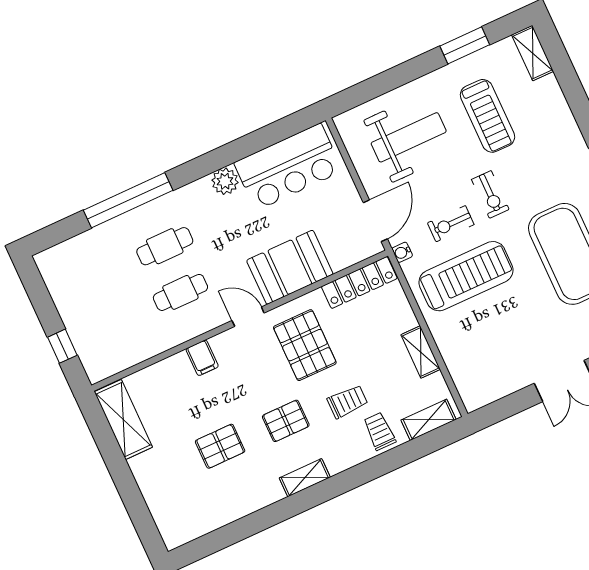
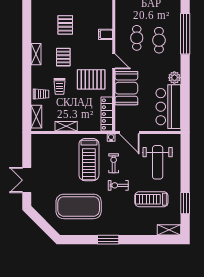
door: (248, 317) -> (114, 61), hinge flipped

